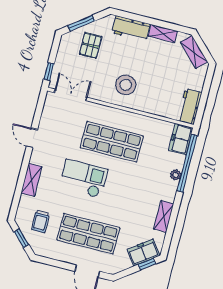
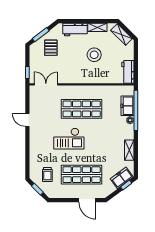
stool: (126, 85) -> (94, 55), moved
freezer: (181, 139) -> (127, 106), moved
checkout: (84, 179) -> (69, 139), turned 180
shelving: (31, 180) -> (34, 148), removed

